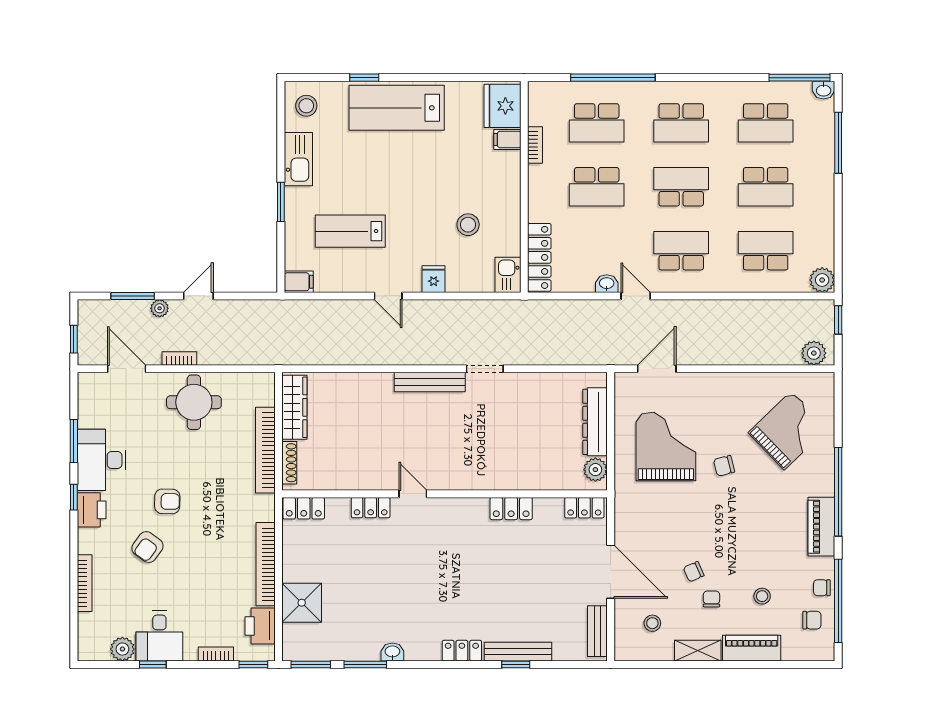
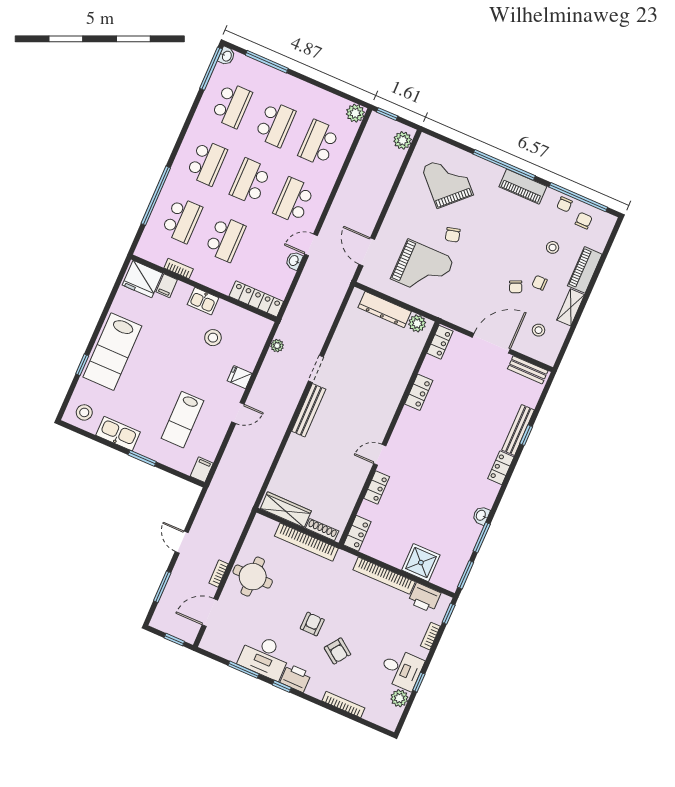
kitchen sink: (508, 275) -> (203, 301), moved
plant: (160, 308) -> (277, 346), moved
grand piano: (666, 447) -> (422, 269), turned 180

